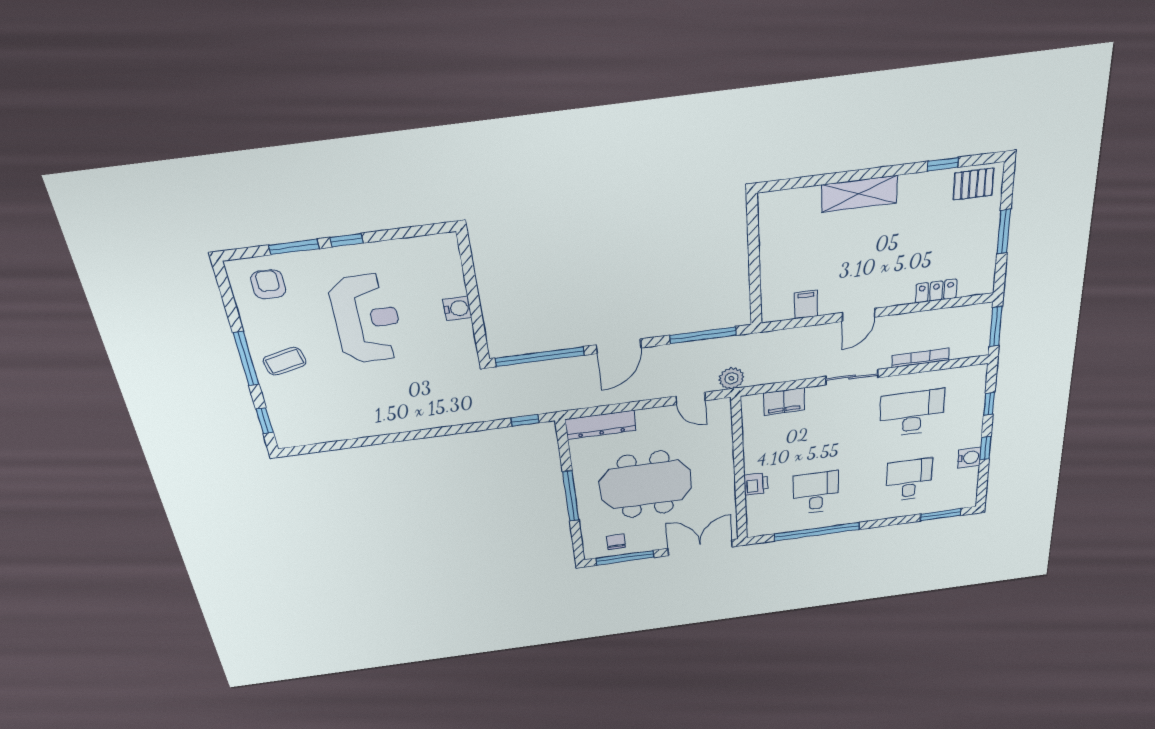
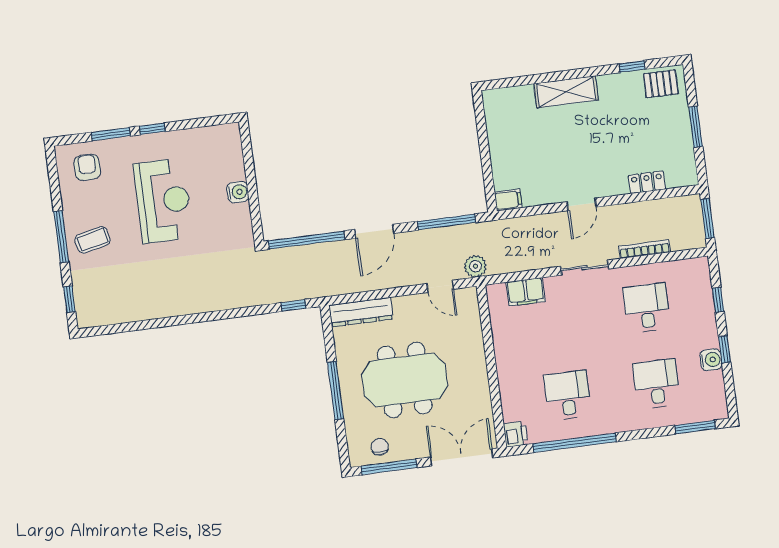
filing cabinet: (806, 305) -> (508, 200), moved, turned 90
desk: (912, 413) -> (647, 308), width x0.73
printer: (756, 484) -> (515, 434), moved

